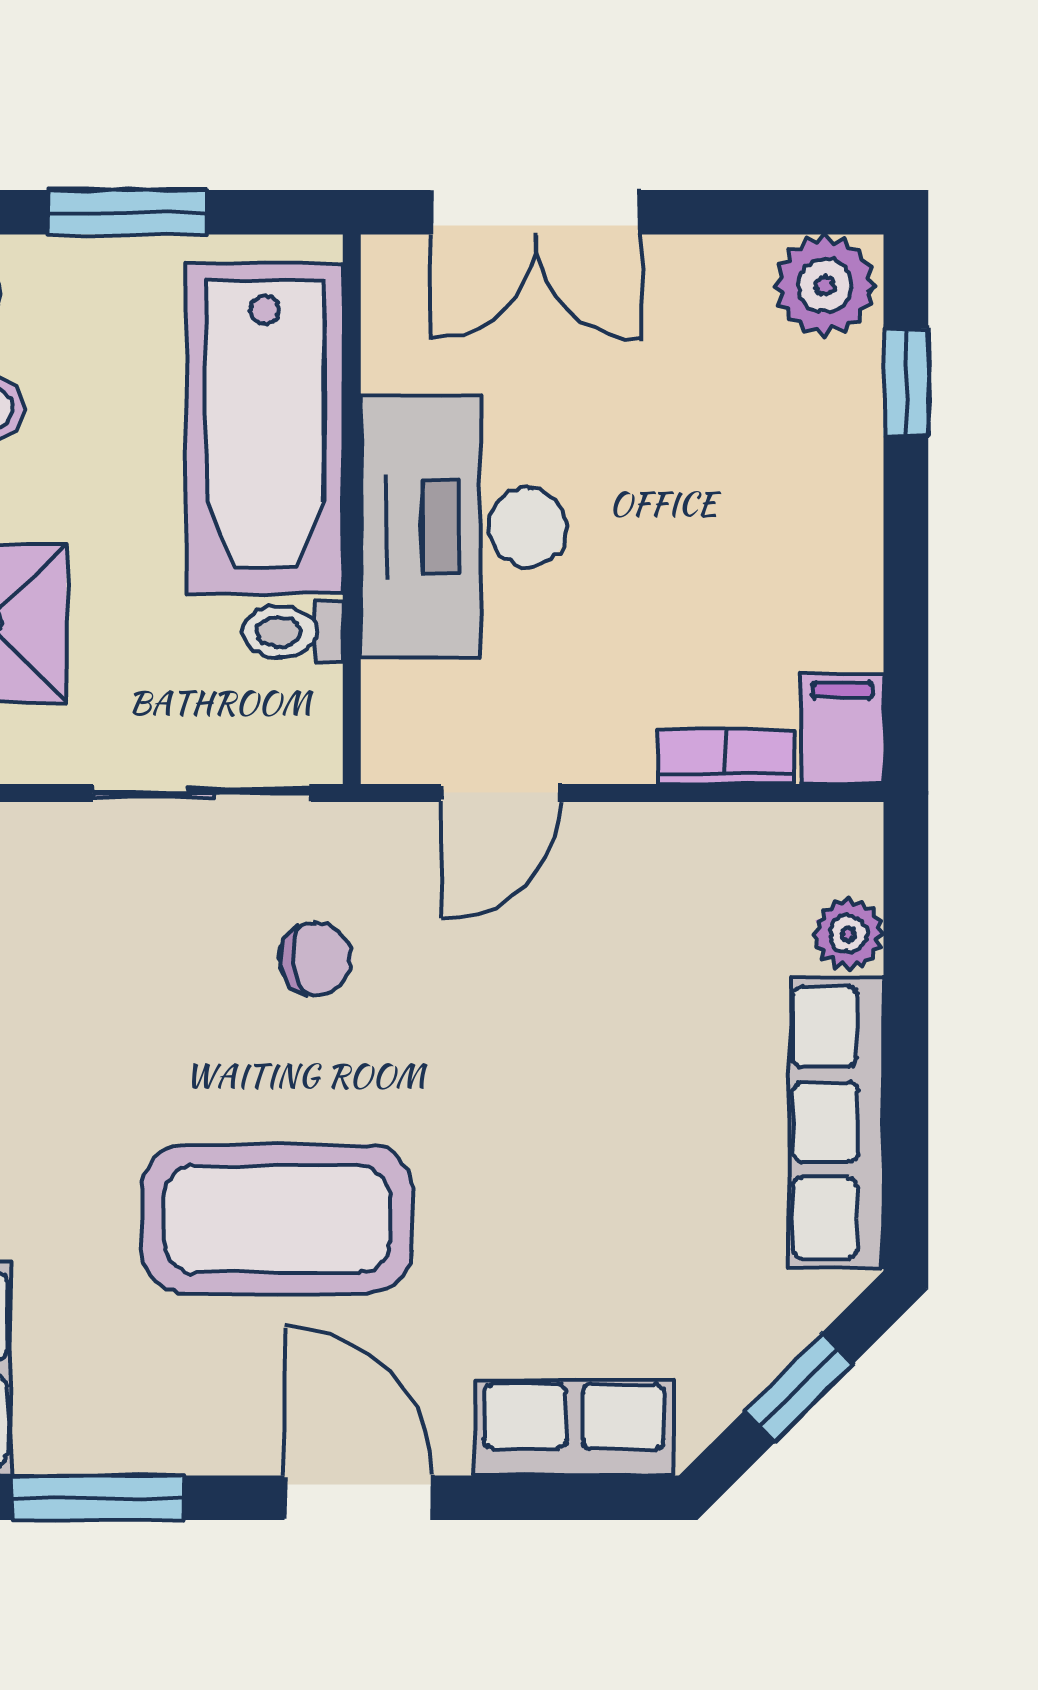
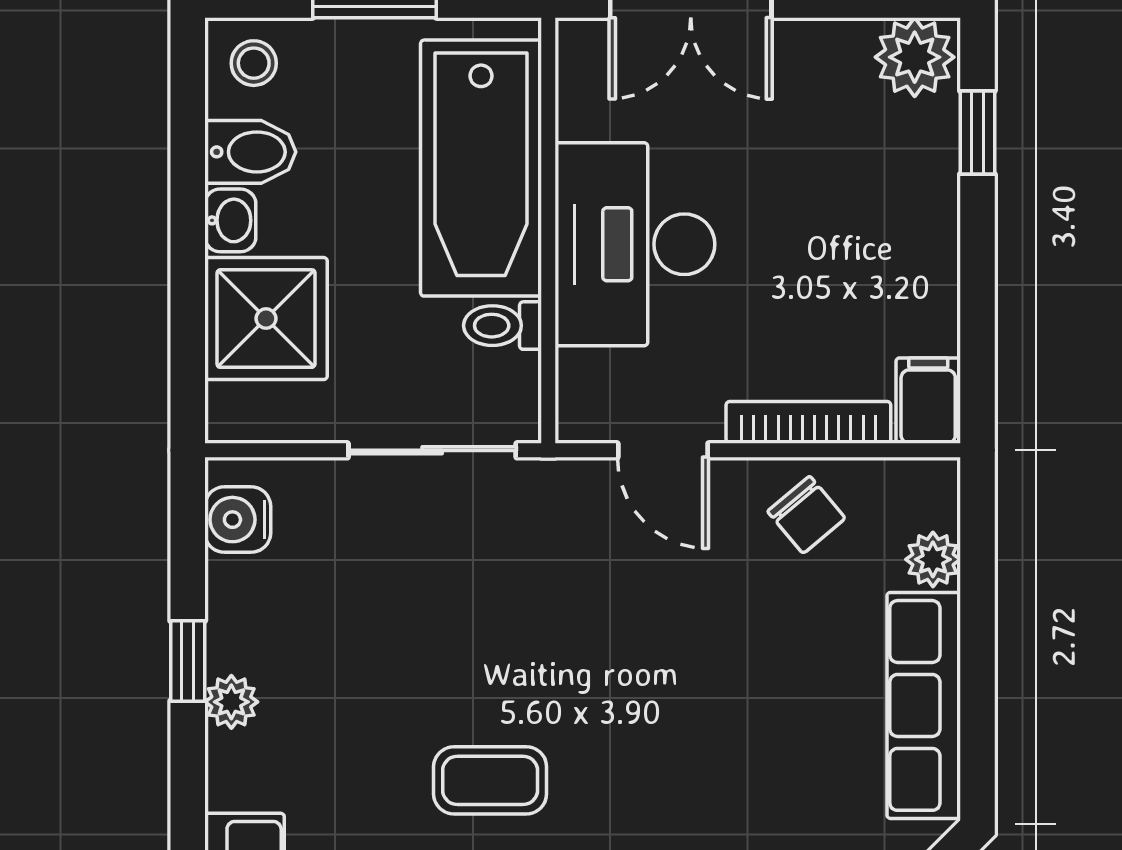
bookcase: (726, 757) -> (808, 422), width x1.56
door: (500, 793) -> (663, 450), hinge flipped
chair: (316, 959) -> (806, 515), moved, turned 57
coffee table: (277, 1219) -> (490, 780), width x0.54, depth x0.58

